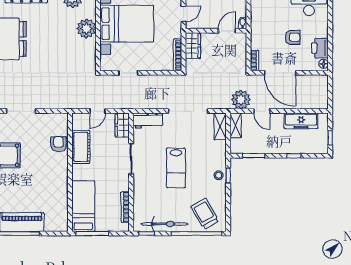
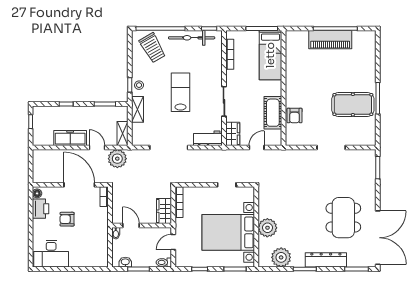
door: (227, 31) -> (131, 226), swing flipped
freezer: (301, 121) -> (70, 138), moved
shelving: (220, 126) -> (138, 109), moved

